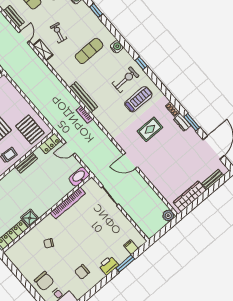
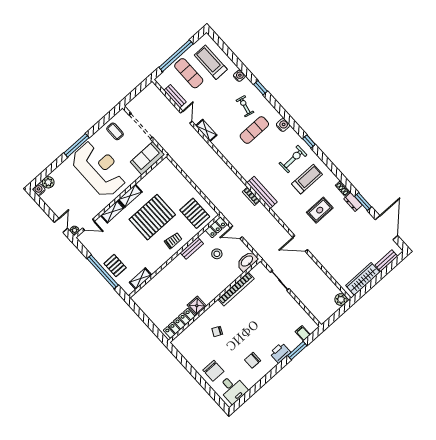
exercise bike: (59, 33) -> (245, 106), moved
bench: (83, 97) -> (262, 192), moved
stool: (50, 169) -> (217, 254), added

